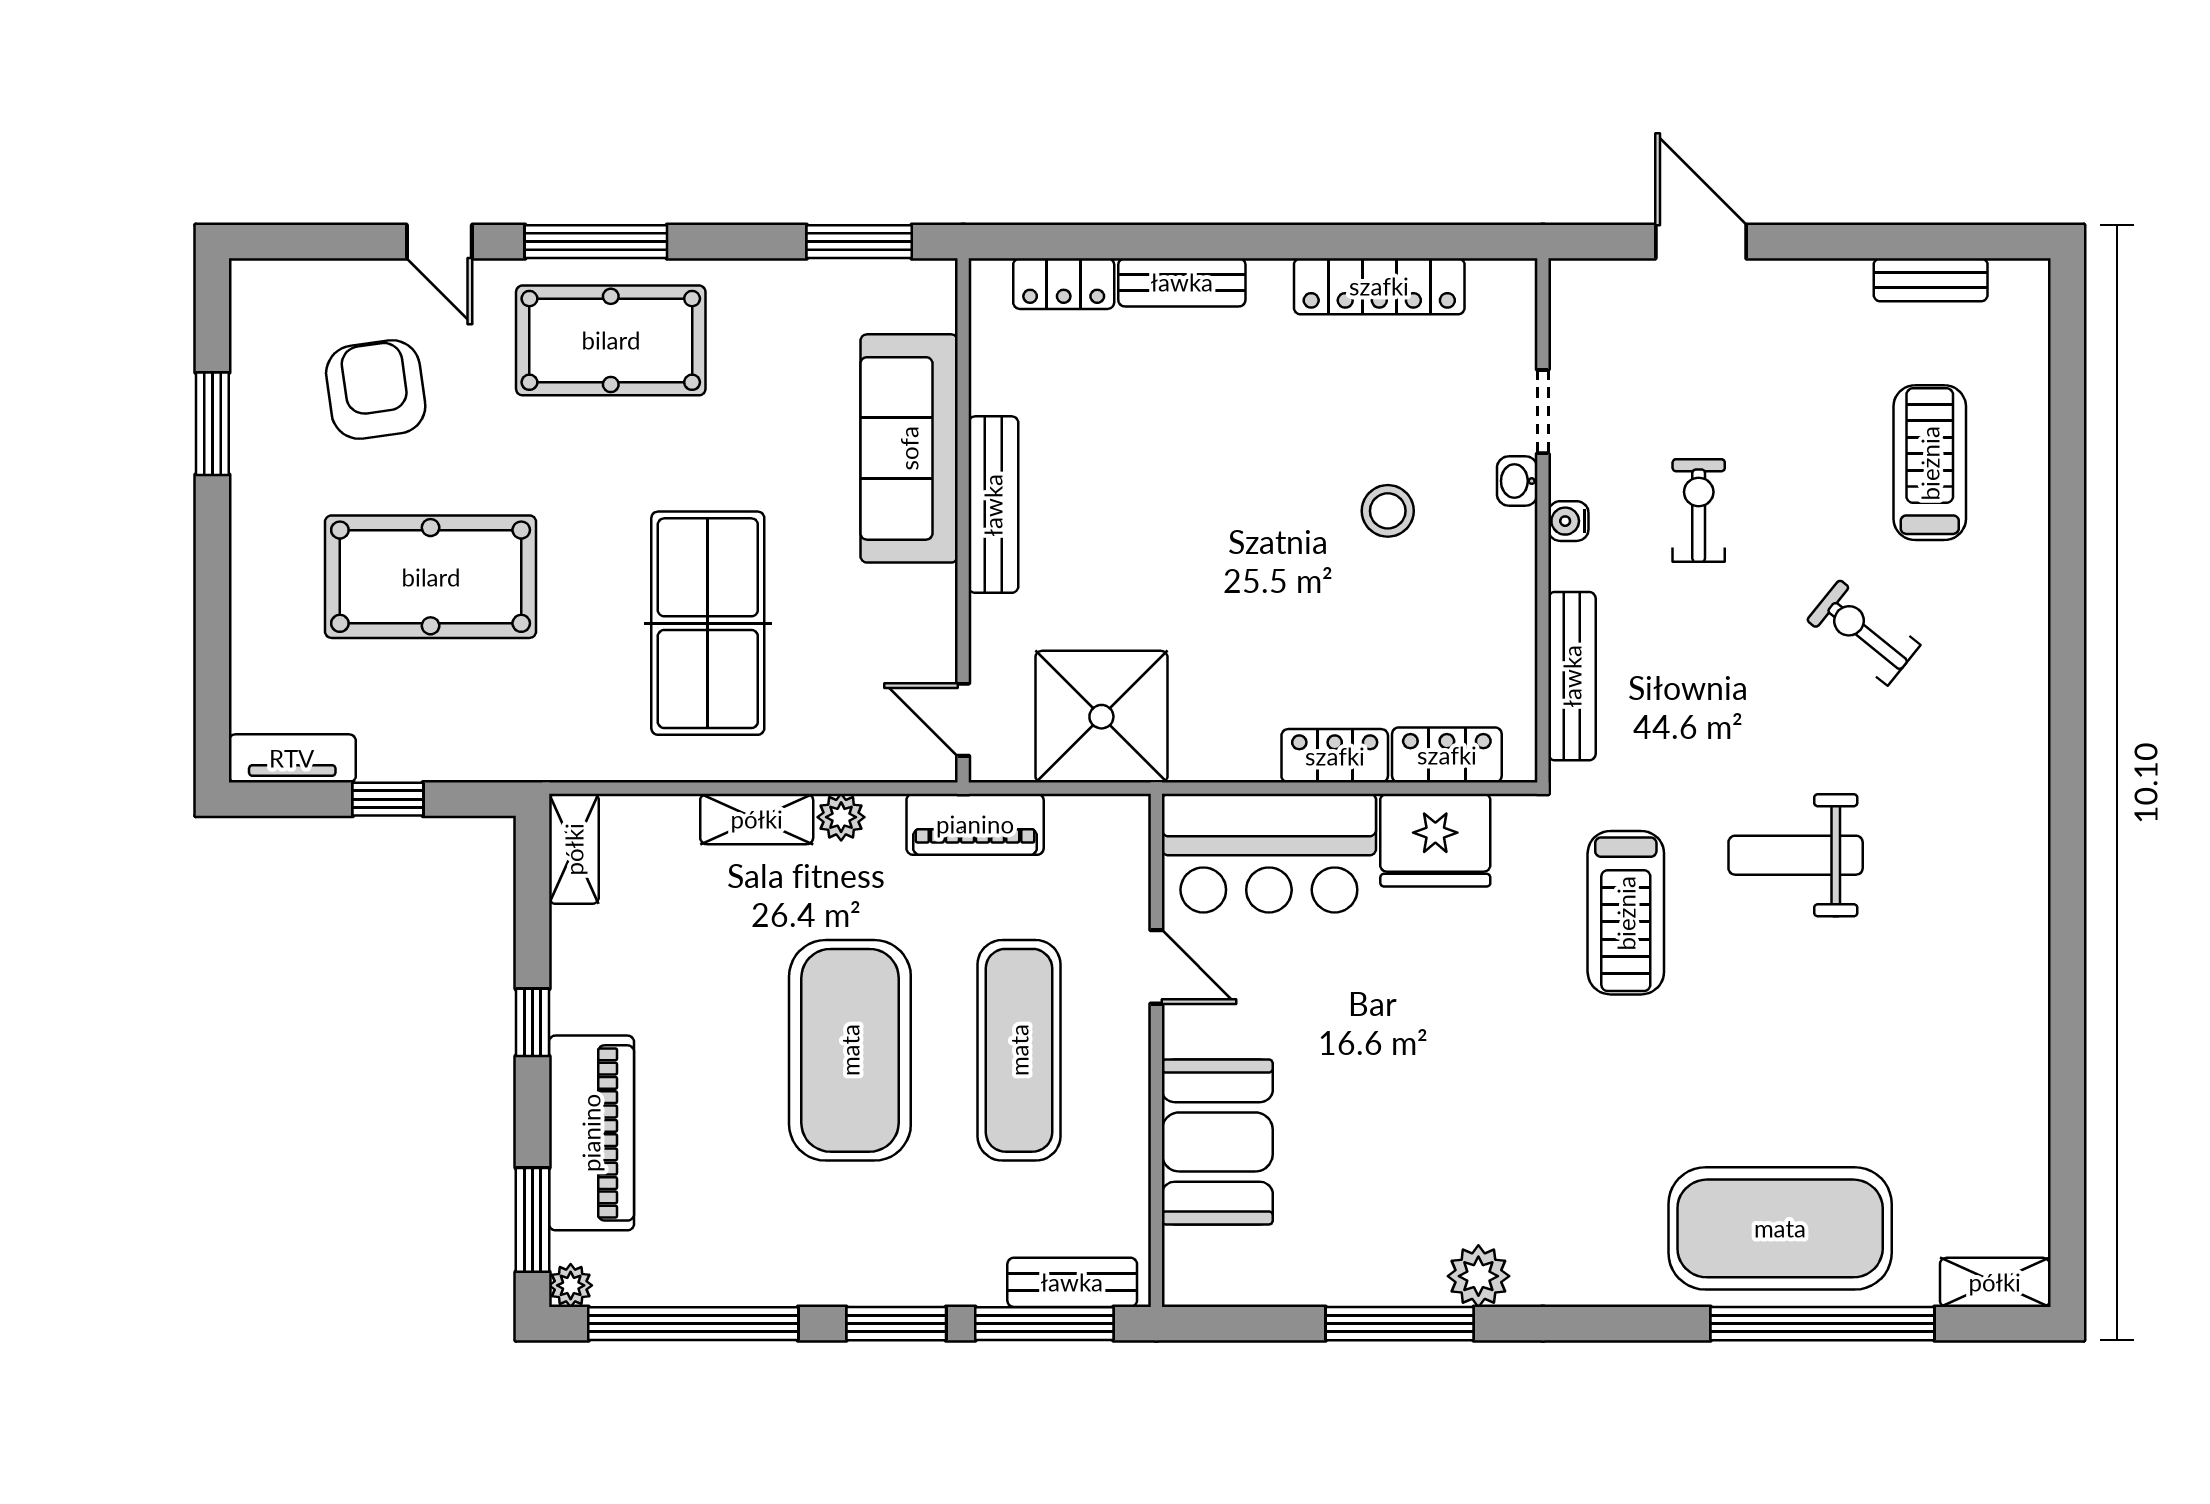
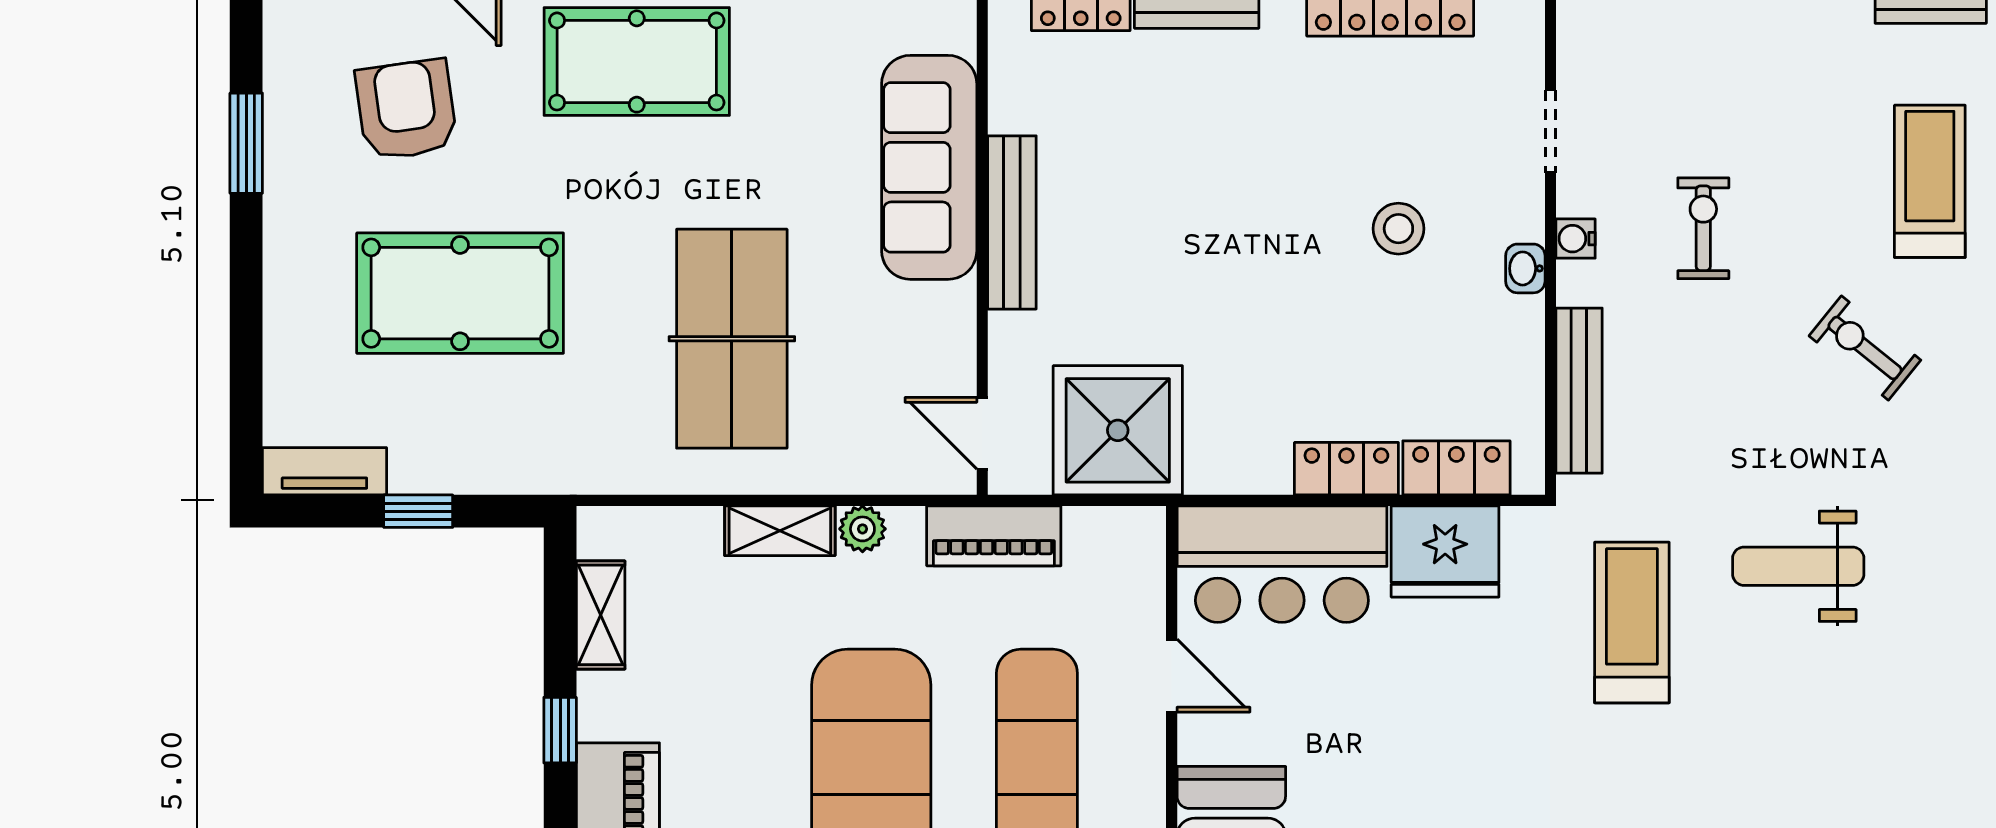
washbasin: (1517, 481) -> (1525, 268), moved
shelving: (574, 849) -> (601, 615), moved
treadmill: (1626, 913) -> (1632, 622), turned 180

